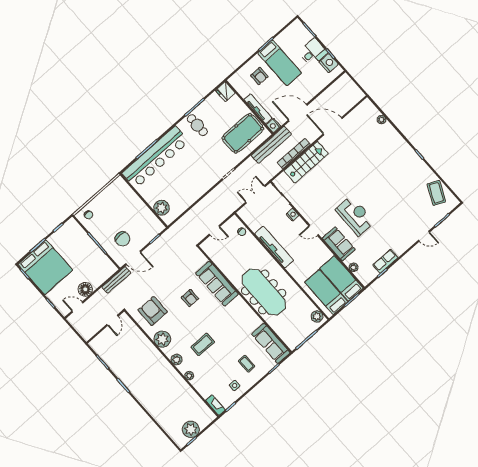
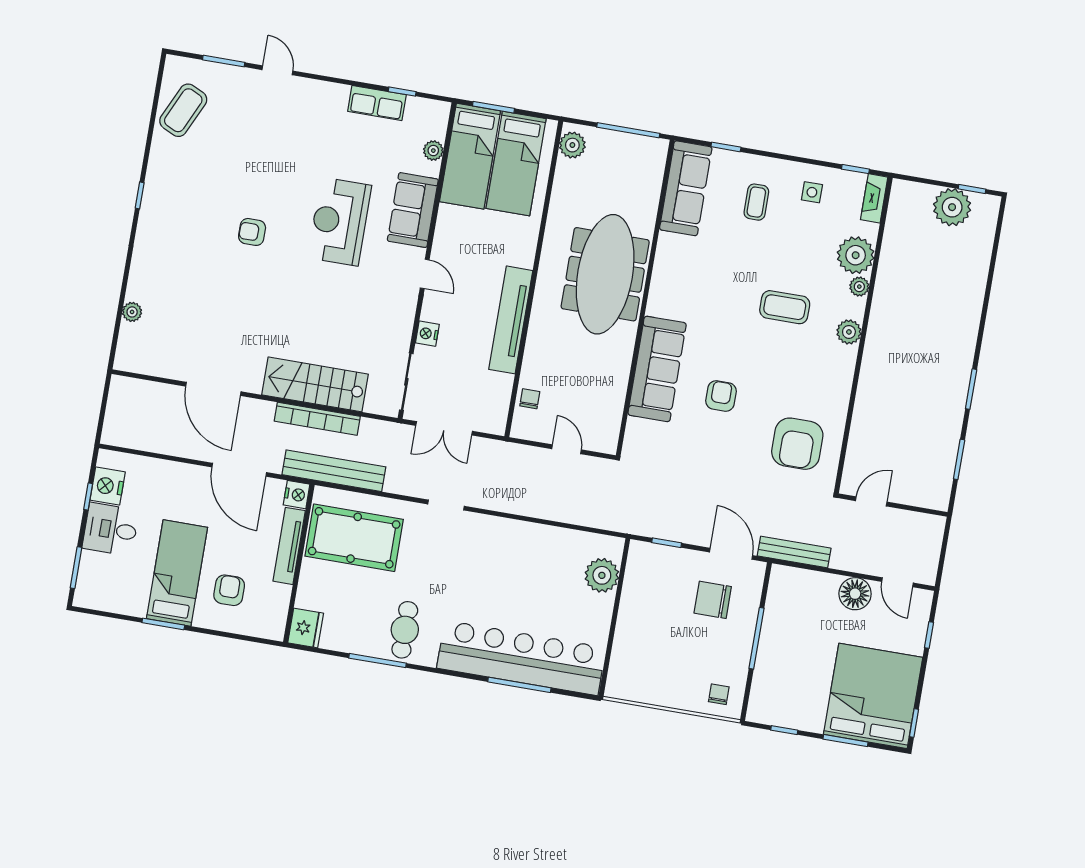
armchair: (376, 183) -> (252, 232), added
chair: (122, 239) -> (713, 600), turned -90
plant: (162, 339) -> (856, 255), moved

